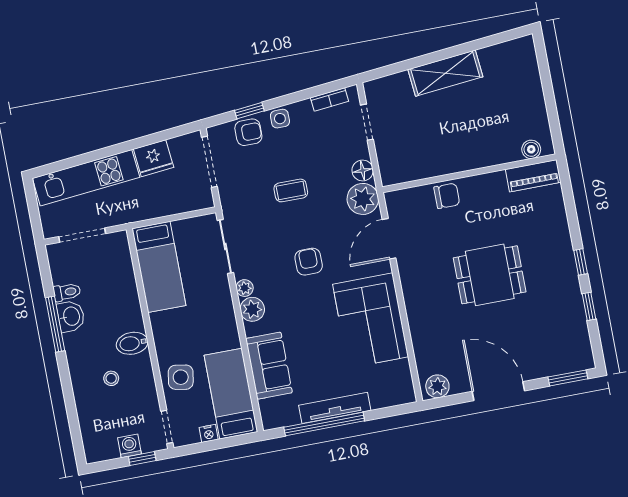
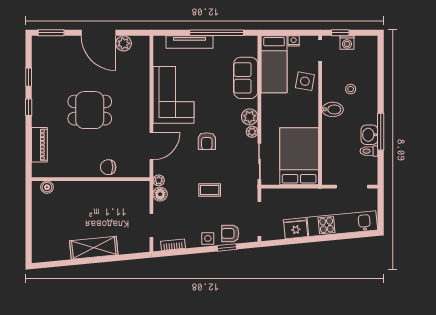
piano: (533, 176) -> (39, 145), moved, turned 90
plant: (363, 199) -> (159, 180), width x0.53, depth x0.53
bed: (159, 267) -> (299, 156), width x1.50
plant: (437, 386) -> (124, 43), moved
tv unit: (335, 408) -> (189, 42), moved

